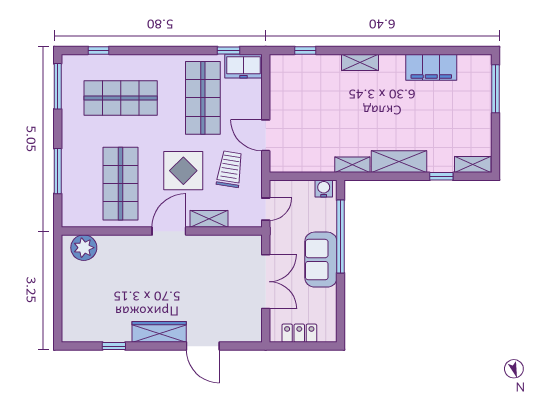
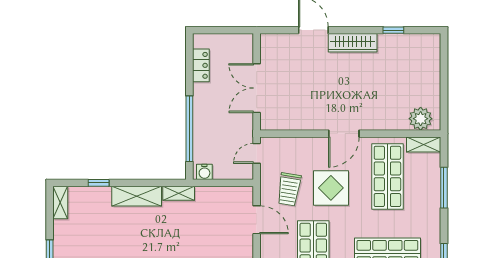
shelving: (473, 165) -> (60, 203), moved, turned 90
shelving: (209, 219) -> (424, 145), moved
sofa: (321, 260) -> (207, 108), removed
locker: (299, 333) -> (201, 65), moved, turned -90

